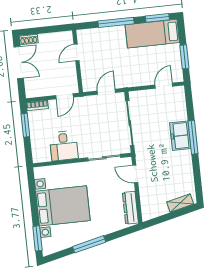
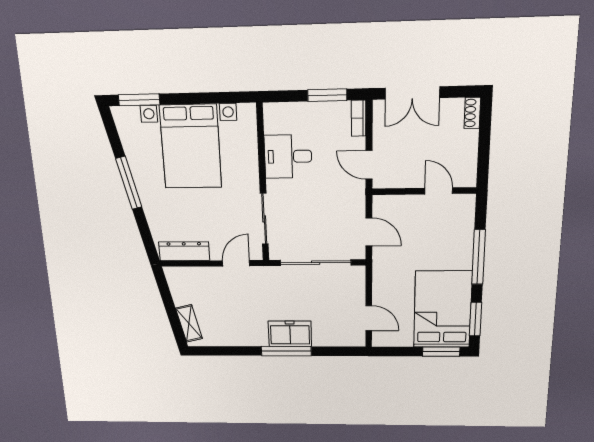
bed: (152, 34) -> (443, 309), width x1.50
window: (184, 57) -> (441, 352), moved
double door: (19, 63) -> (412, 93), moved

